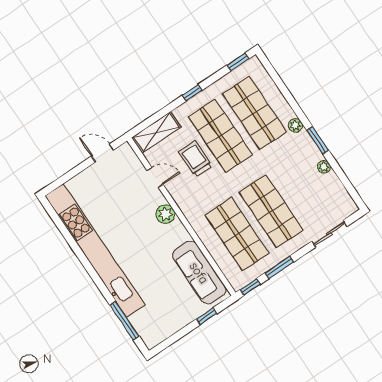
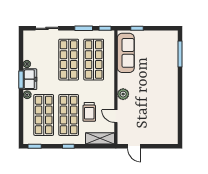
freezer: (306, 149) -> (30, 79), added
kitchen unit: (95, 250) -> (171, 100), removed

